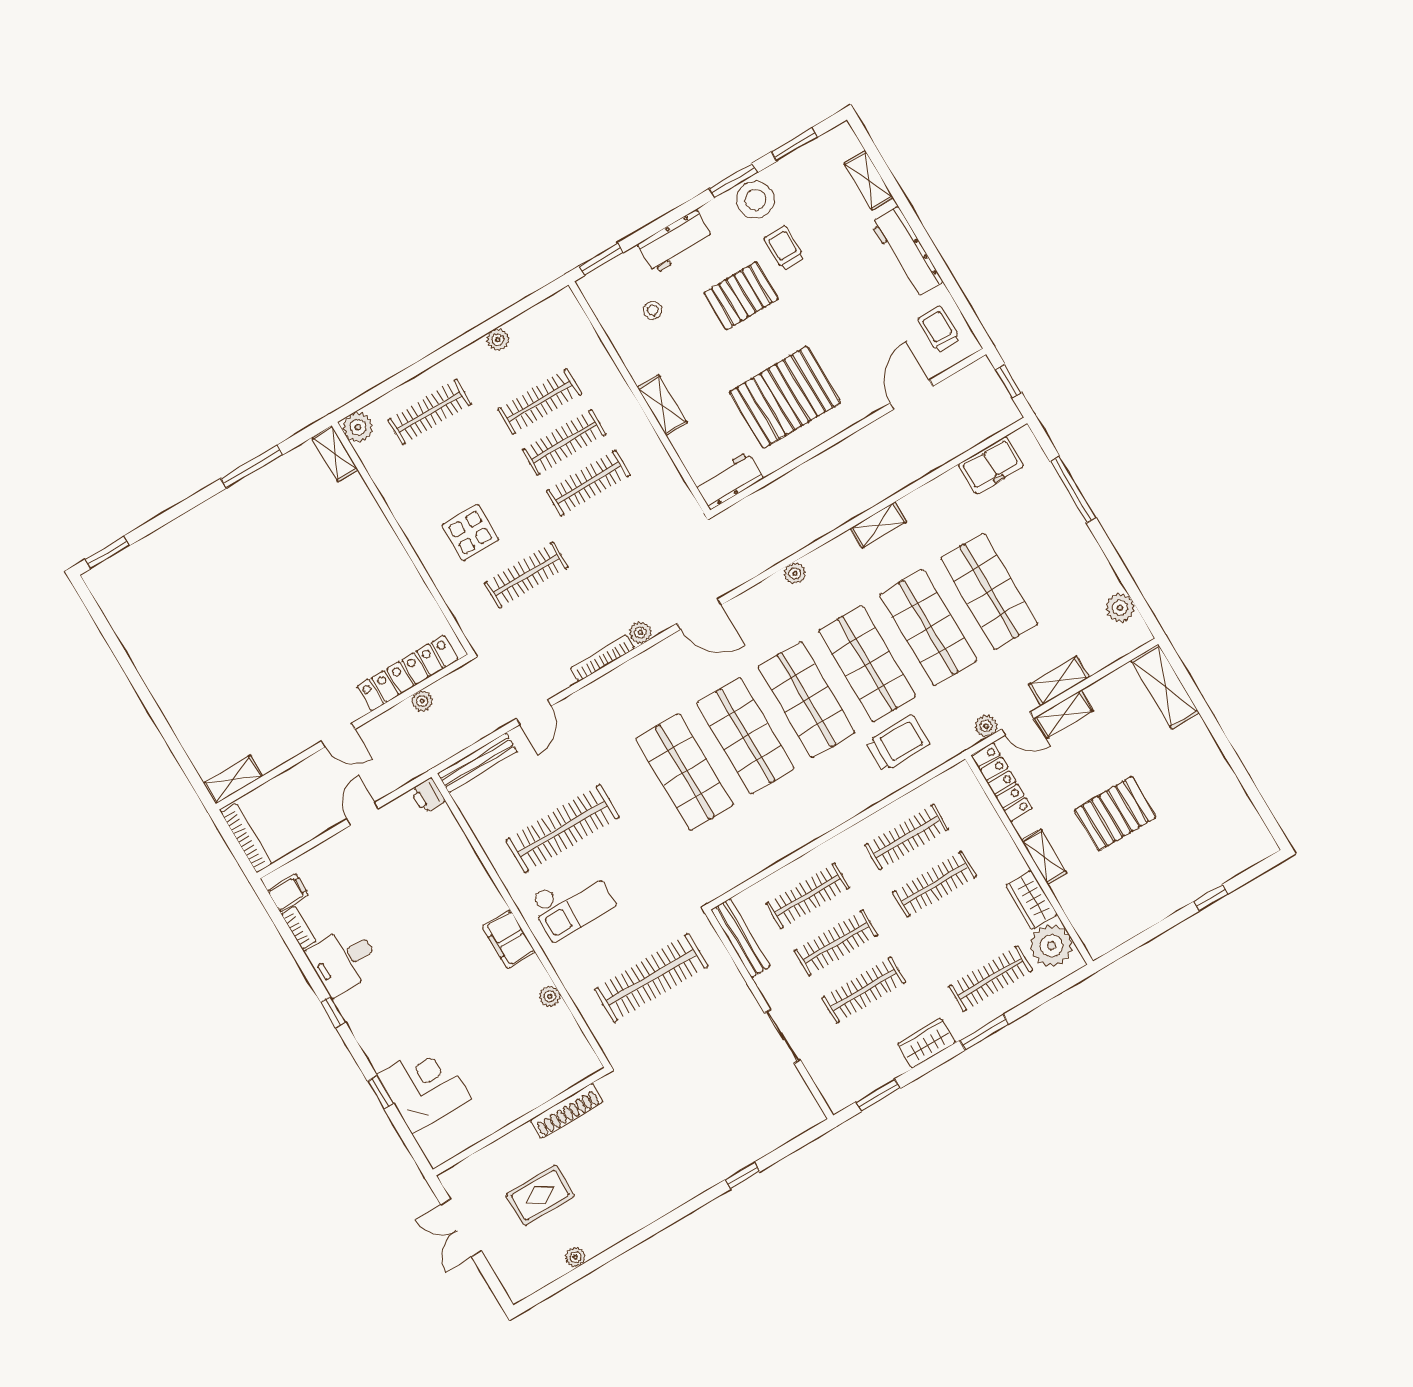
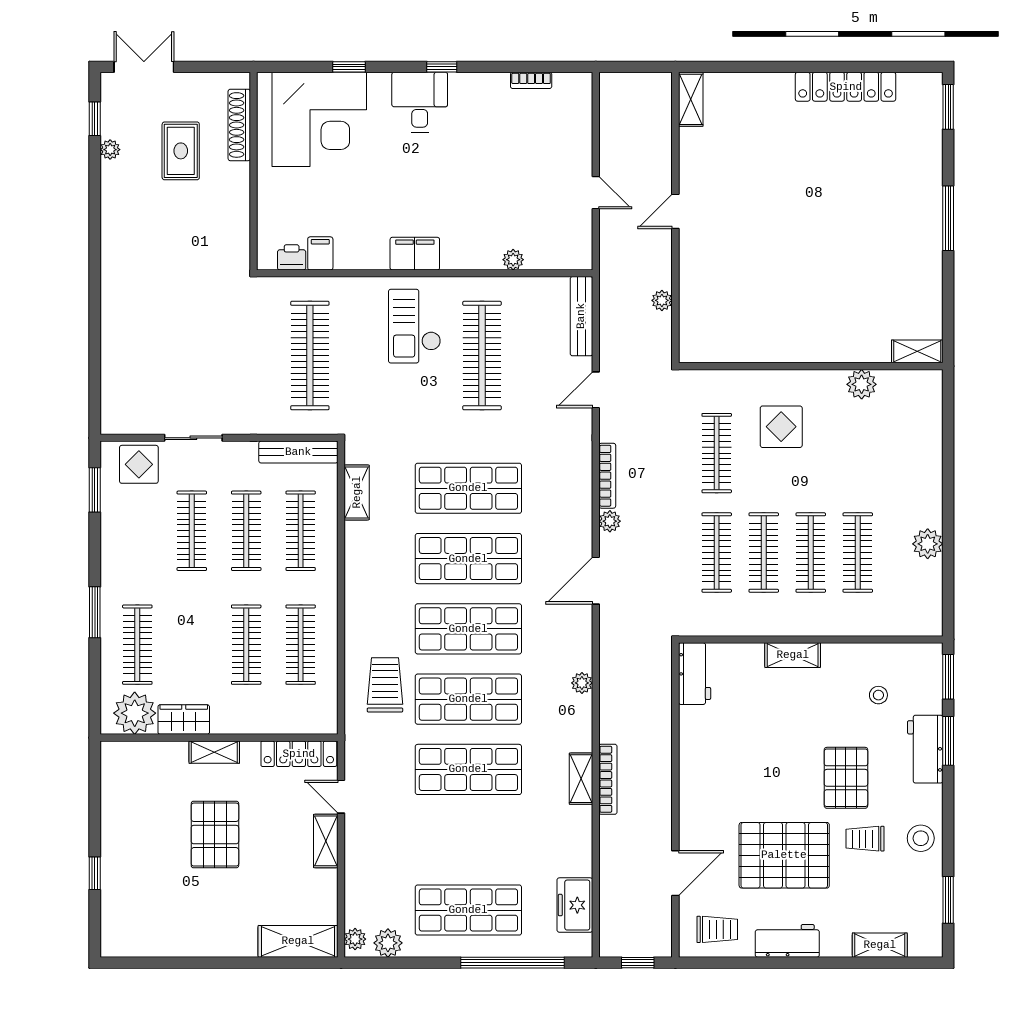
window: (733, 181) -> (948, 741), moved
stool: (755, 200) -> (921, 838), width x0.73, depth x0.73
trolley: (784, 248) -> (865, 839), turned 180
workbench: (907, 252) -> (787, 941), width x0.73
plant: (498, 340) -> (928, 544), width x1.38, depth x1.38
door: (912, 395) -> (675, 873), hinge flipped
pallet: (785, 397) -> (784, 855), moved, turned 90
clothes rail: (429, 412) -> (717, 553), moved
plant: (358, 427) -> (862, 384), moved
window: (252, 467) -> (948, 218), moved
window: (1073, 490) -> (512, 963), width x1.46
shop shelf: (989, 591) -> (468, 910), moved
locker: (407, 673) -> (846, 87), moved, turned 90
shelving: (1059, 681) -> (357, 492), moved
door: (534, 712) -> (596, 390), hinge flipped
door: (1017, 724) -> (341, 797), hinge flipped
plant: (986, 726) -> (355, 939), moved
trolley: (898, 743) -> (385, 685), turned 180
printer: (428, 795) -> (292, 257), moved
bookcase: (246, 838) -> (608, 779), moved, turned -90
filing cabinet: (288, 893) -> (320, 253), moved, turned 180
desk: (344, 960) -> (420, 102), moved
plant: (550, 996) -> (513, 260), moved
wardrobe: (926, 1043) -> (115, 557), removed
display table: (833, 1070) -> (139, 464), added
corner desk: (424, 1087) -> (319, 119), width x1.36, depth x1.36
shoe rack: (567, 1111) -> (239, 125), moved
window: (742, 1176) -> (95, 119), moved
double door: (461, 1228) -> (144, 67), moved

